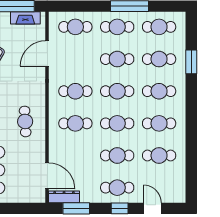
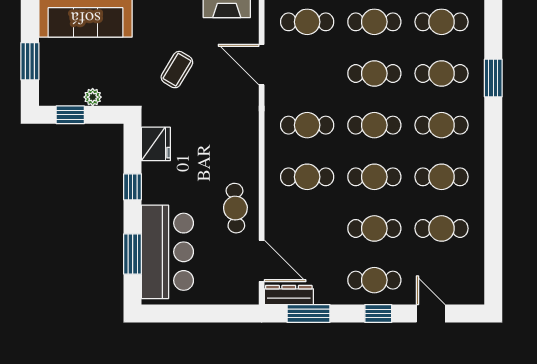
door: (47, 54) -> (262, 65), hinge flipped
cafe table: (25, 121) -> (235, 208), moved

